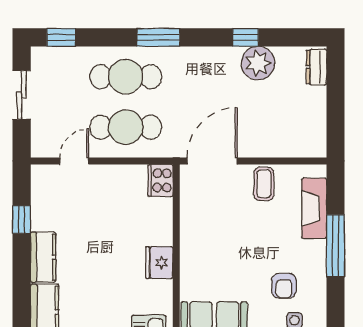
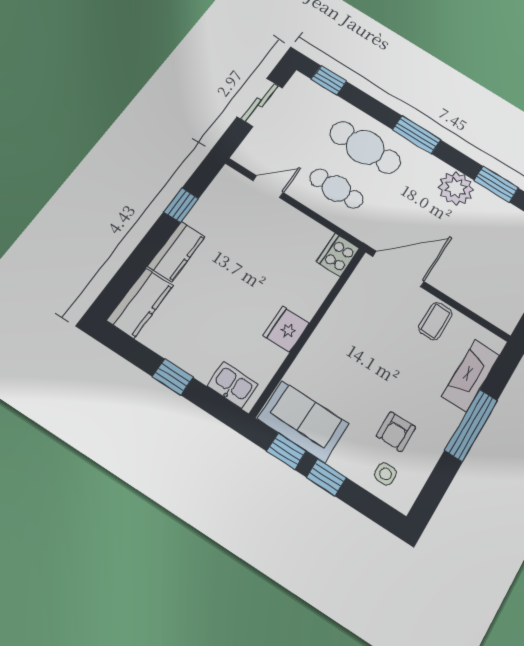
window: (246, 37) -> (496, 184), width x1.50
plant: (258, 63) -> (456, 188), moved
cafe table: (126, 127) -> (336, 189), width x0.73, depth x0.74

